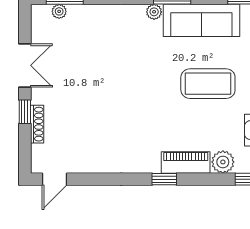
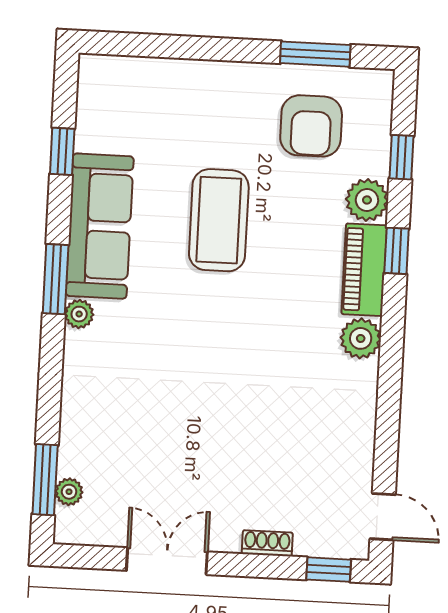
window: (25, 112) -> (329, 570), moved
shoe rack: (37, 124) -> (267, 543), width x0.70
plant: (149, 162) -> (361, 338), added
window: (164, 179) -> (397, 251), moved

